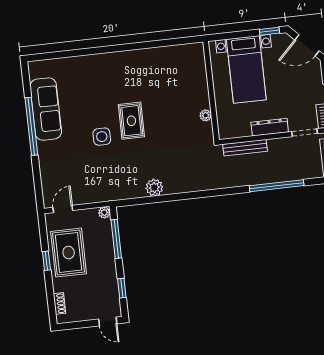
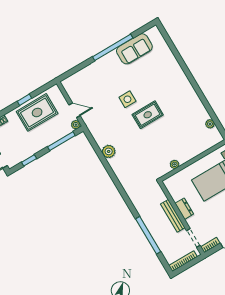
plant: (176, 51) -> (210, 124), added
sofa: (46, 109) -> (134, 49), width x0.73
dresser: (270, 127) -> (184, 209), width x0.70
bench: (245, 148) -> (173, 216), moved
door: (63, 209) -> (74, 110), moved

